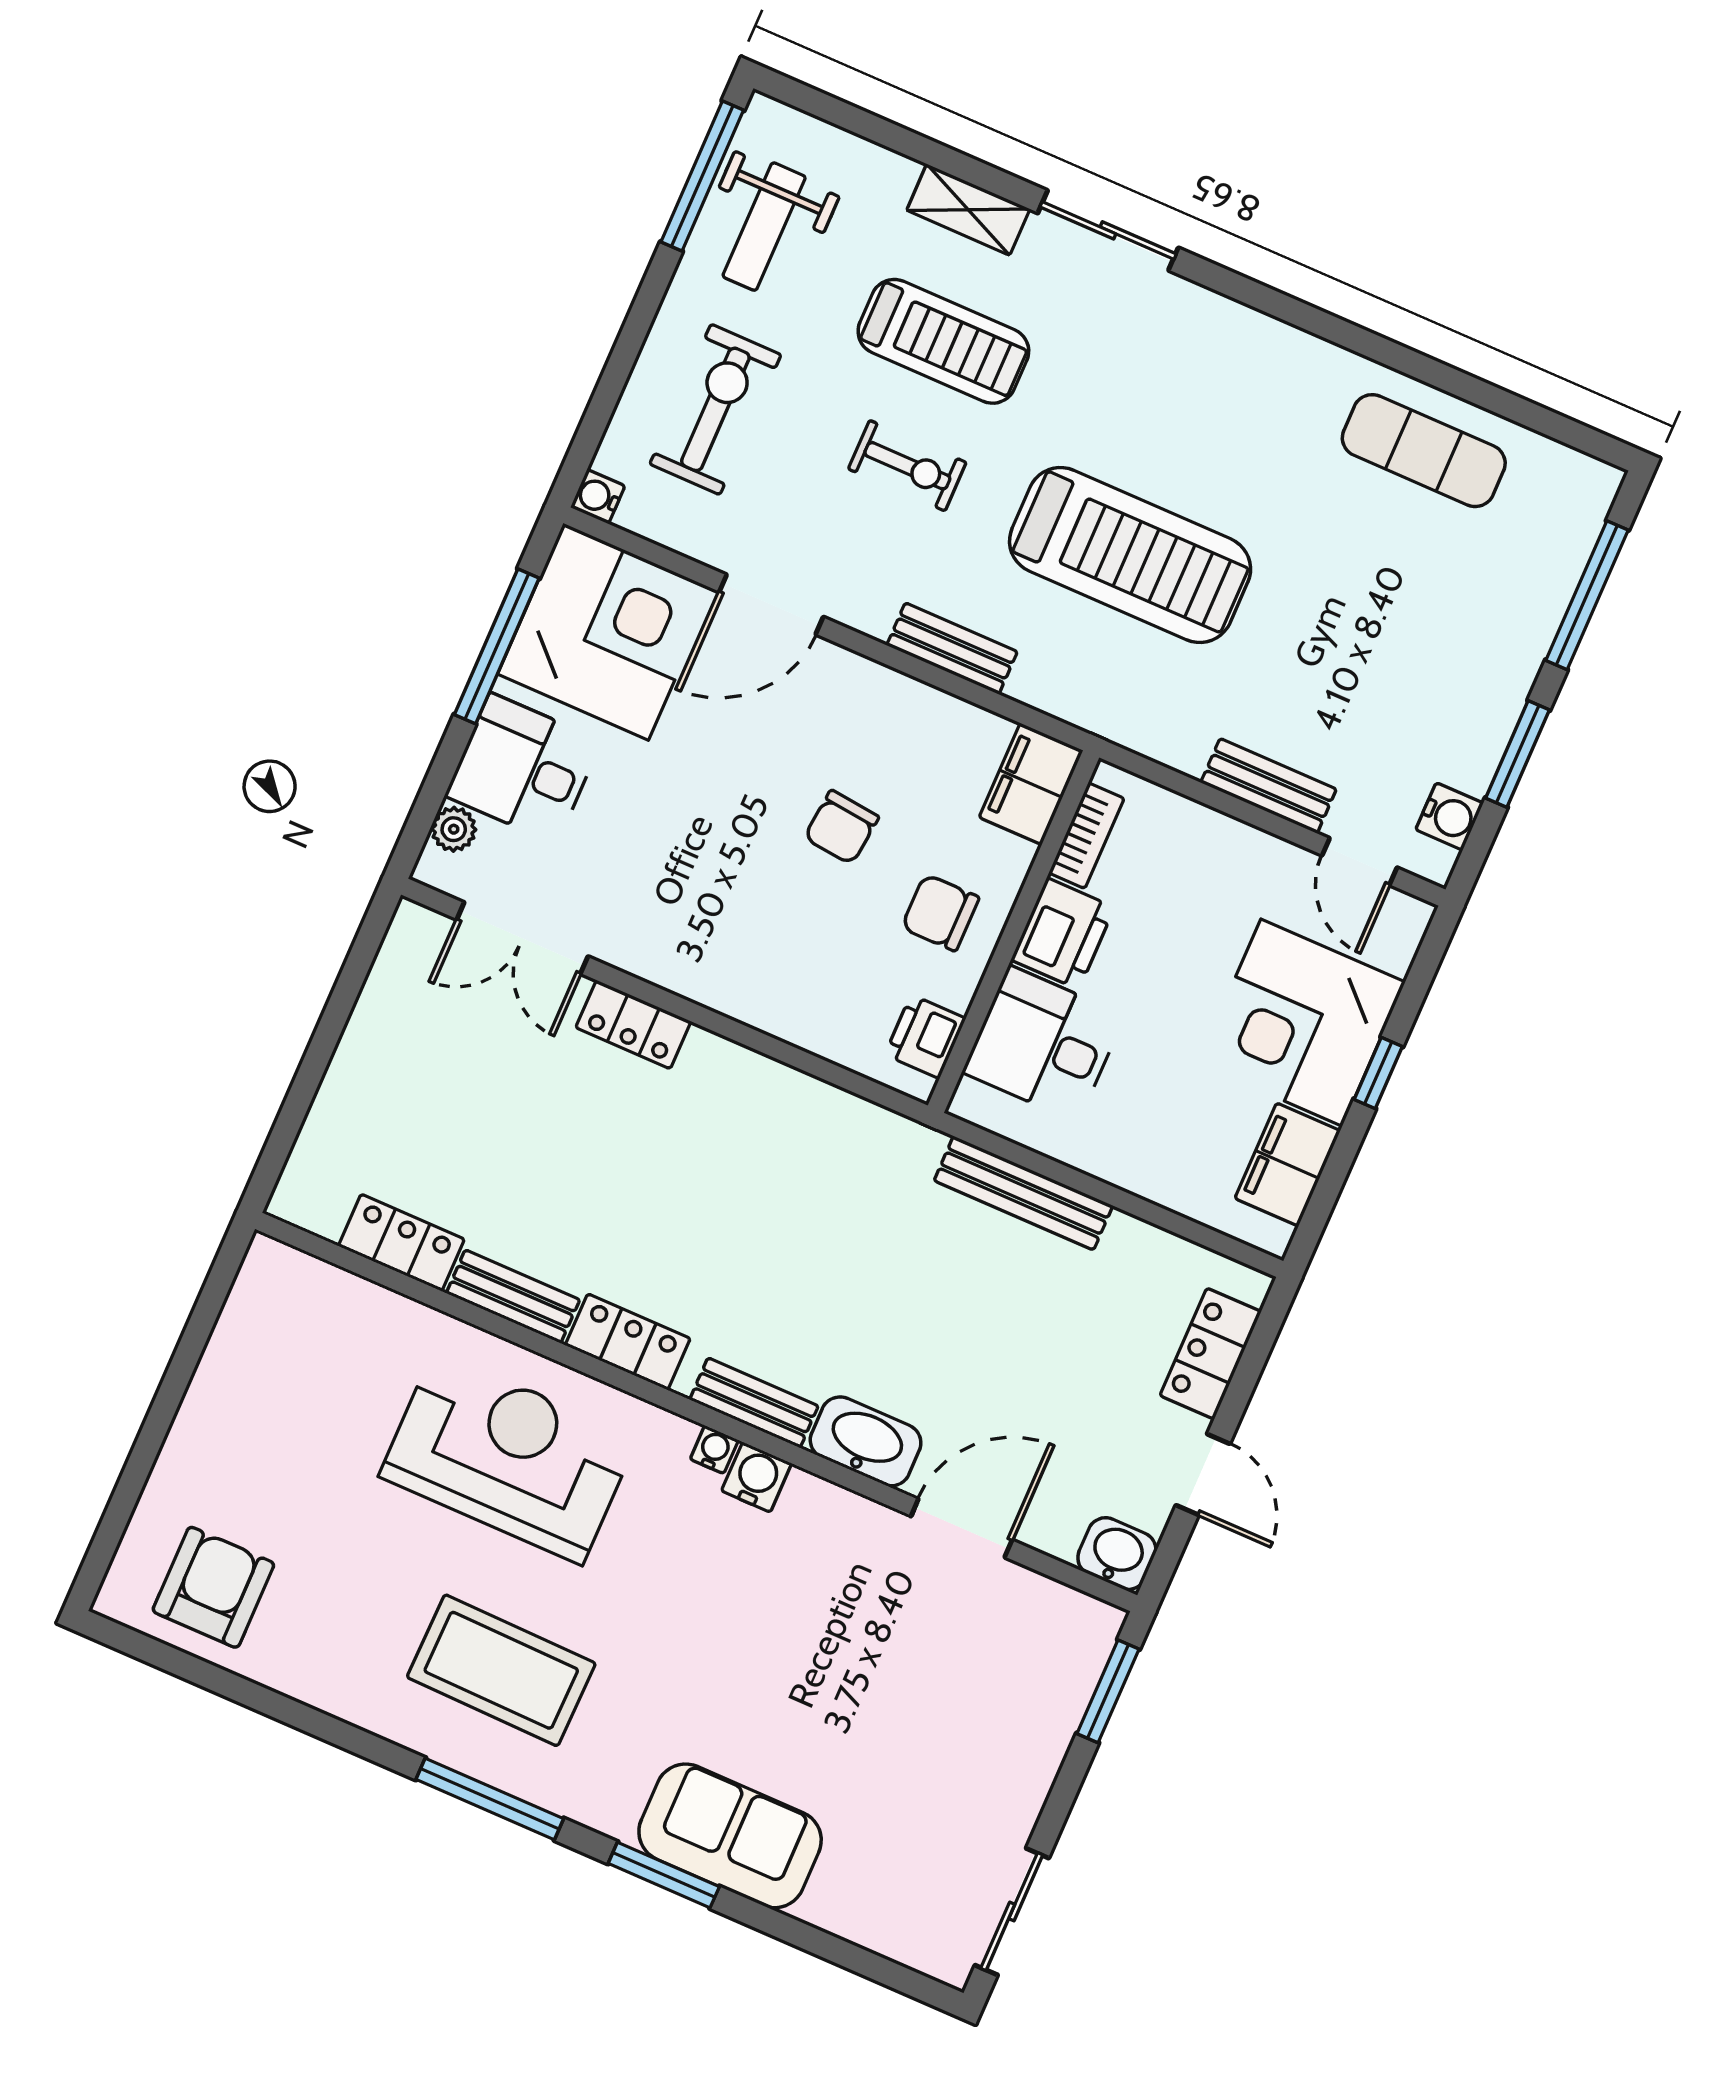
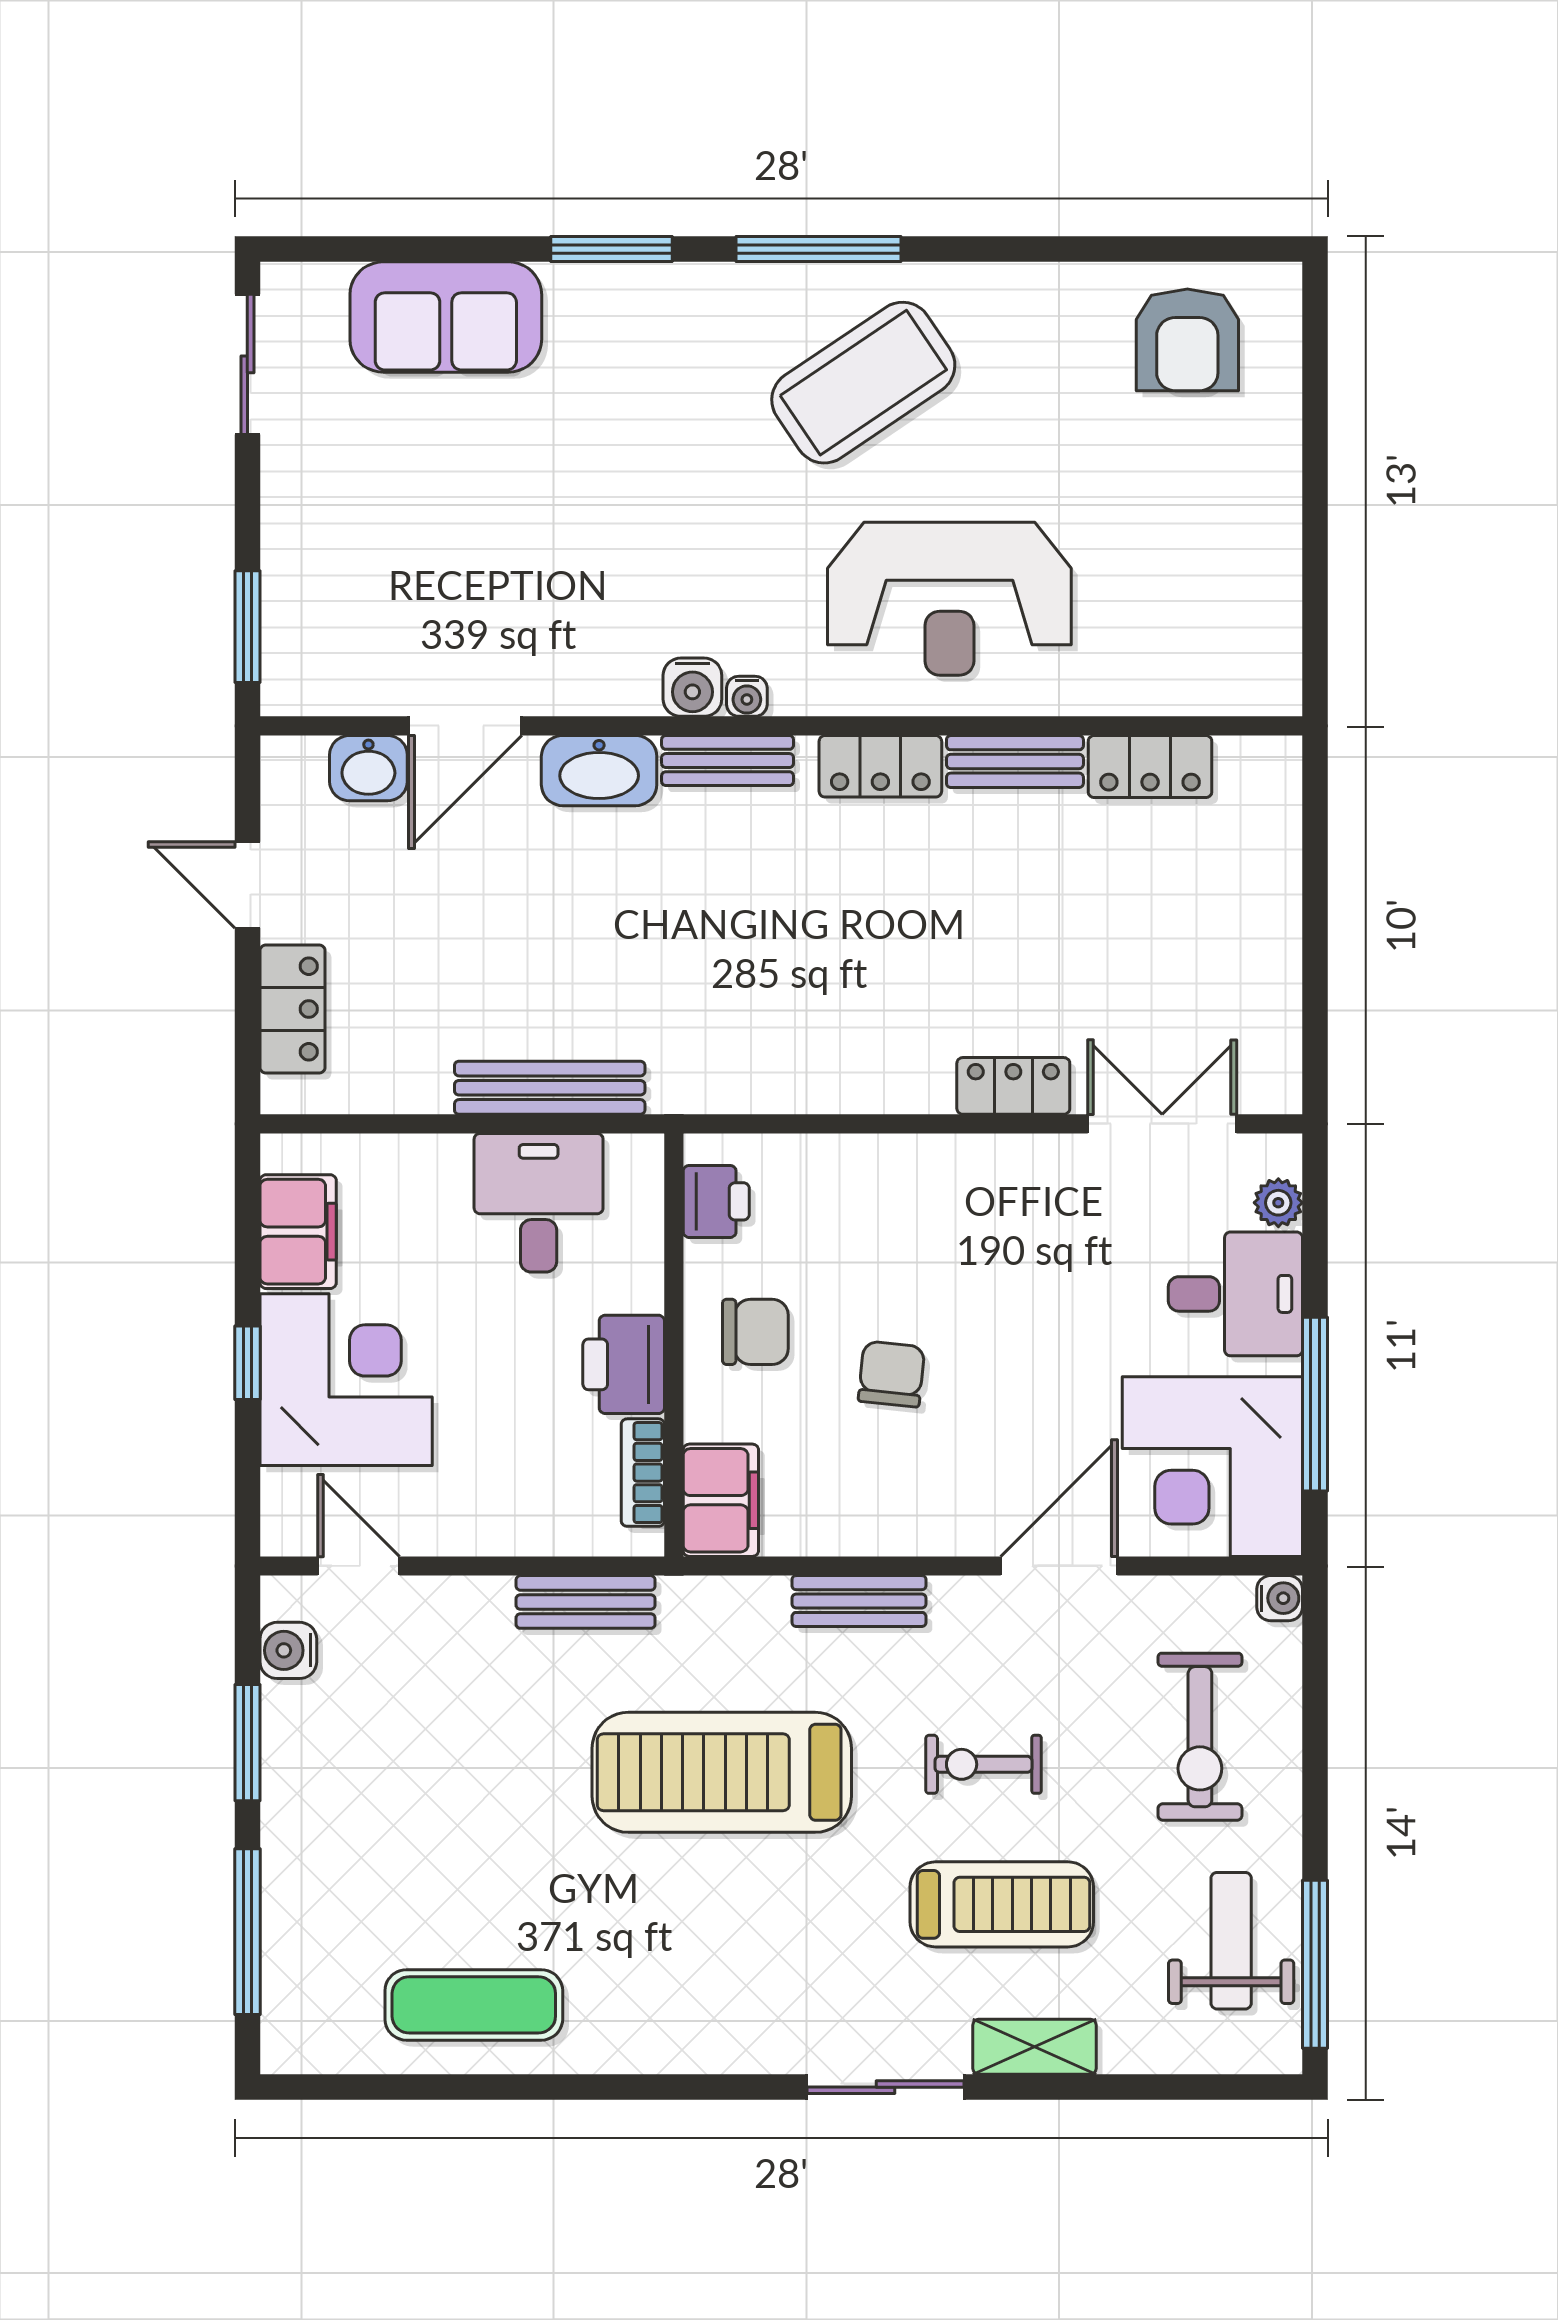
treadmill: (943, 341) -> (1002, 1904), turned 180
bench: (1269, 786) -> (586, 1602), moved
desk: (1043, 1044) -> (539, 1203), moved, turned -90
washbasin: (1117, 1554) -> (368, 768), moved
coffee table: (501, 1670) -> (863, 383), turned -35
sofa: (730, 1836) -> (446, 317), moved

